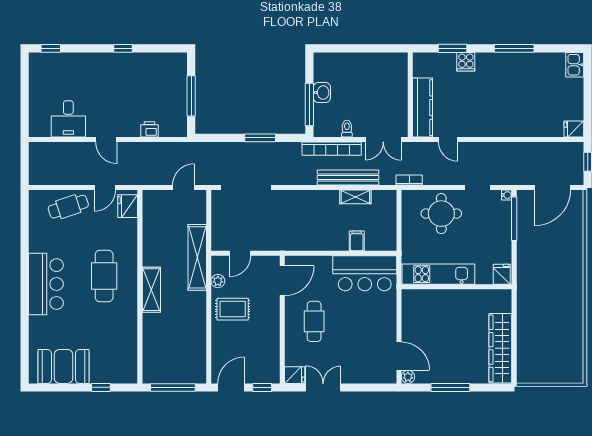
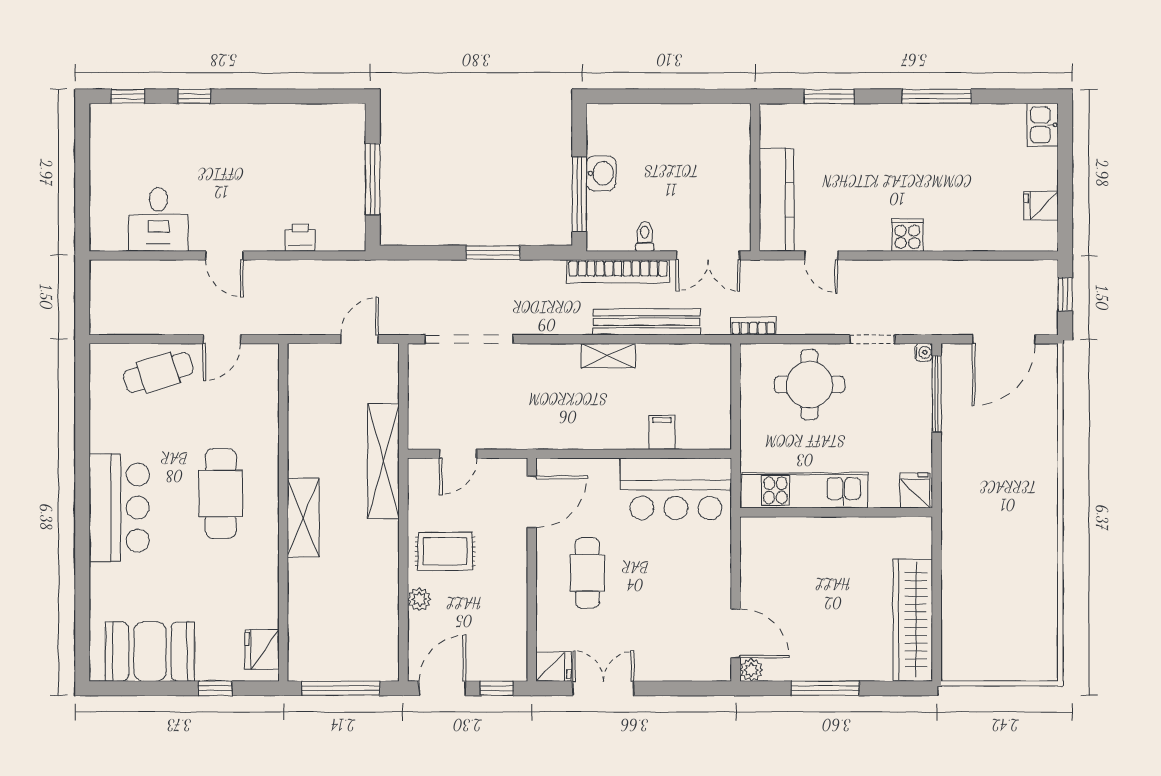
window: (123, 48) -> (194, 96), moved
cooker: (466, 62) -> (907, 235), moved, turned 180
fridge: (574, 129) -> (1041, 206), moved
shelving: (355, 197) -> (608, 356), moved
fridge: (128, 206) -> (262, 650), moved
plant: (218, 281) -> (419, 599), moved

